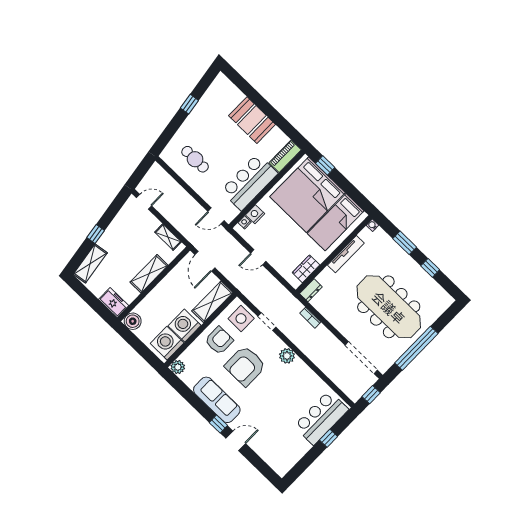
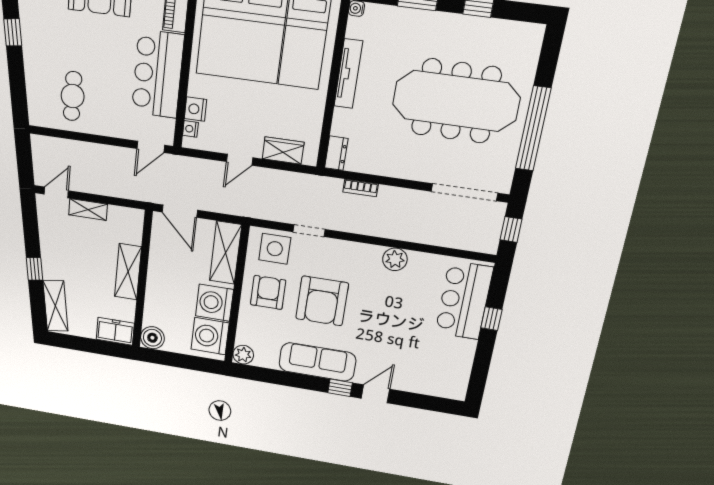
cafe table: (195, 159) -> (73, 96), turned 90
shelving: (168, 237) -> (88, 210), moved
wardrobe: (306, 269) -> (283, 151), moved, turned 90
plant: (287, 356) -> (395, 259), moved

